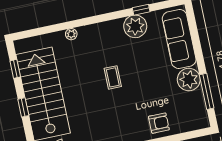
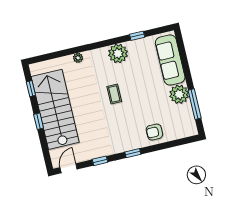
plant: (135, 26) -> (118, 53), moved
armchair: (159, 123) -> (154, 132), turned 180

